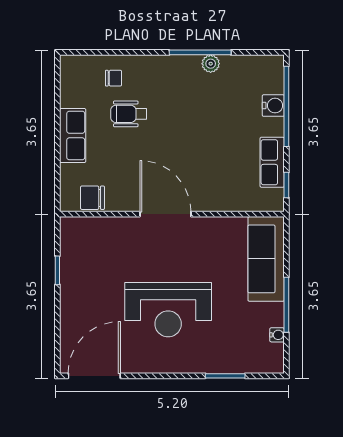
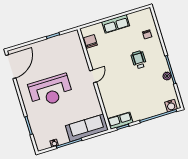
water cooler: (273, 106) -> (171, 106), moved
wheelchair: (129, 114) -> (139, 60), moved
row of seats: (272, 162) -> (120, 121), moved
door: (165, 214) -> (93, 76), width x0.53
reception desk: (168, 310) -> (51, 91), turned -90
door: (94, 376) -> (11, 67), hinge flipped

